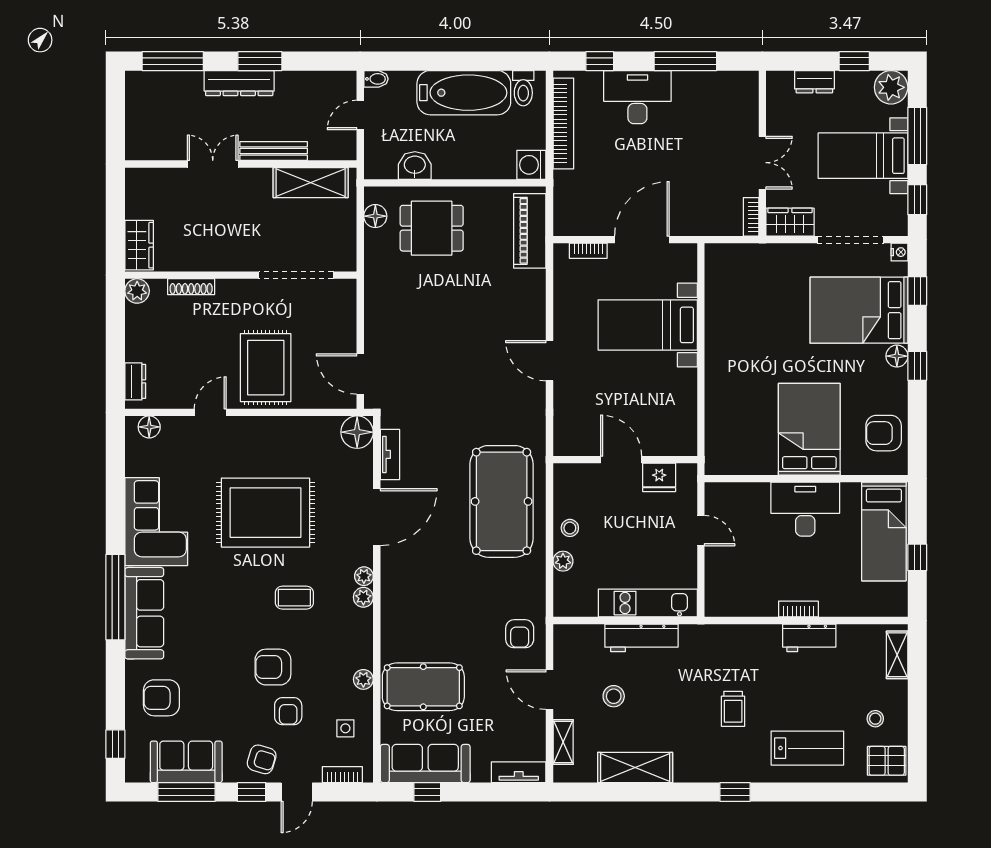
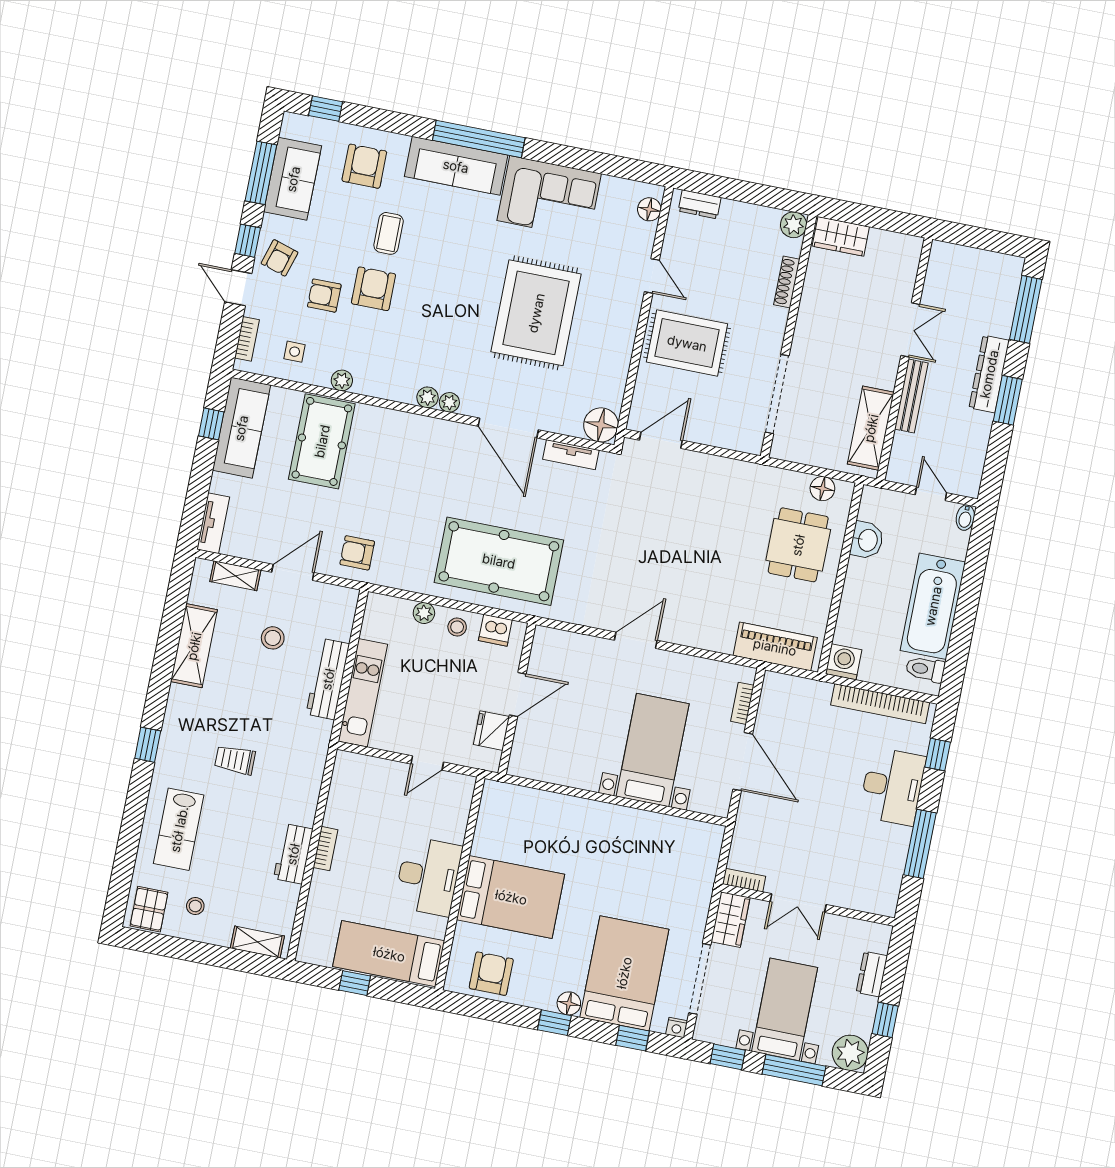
dishwasher: (566, 492) -> (495, 630), added
coffee table: (294, 598) -> (389, 233), moved

